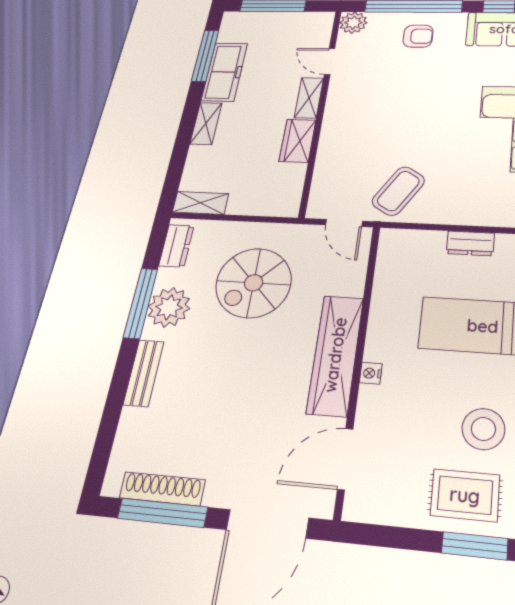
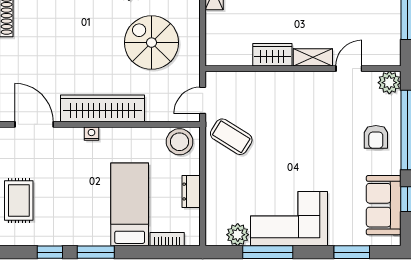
stool: (483, 429) -> (180, 142), moved

